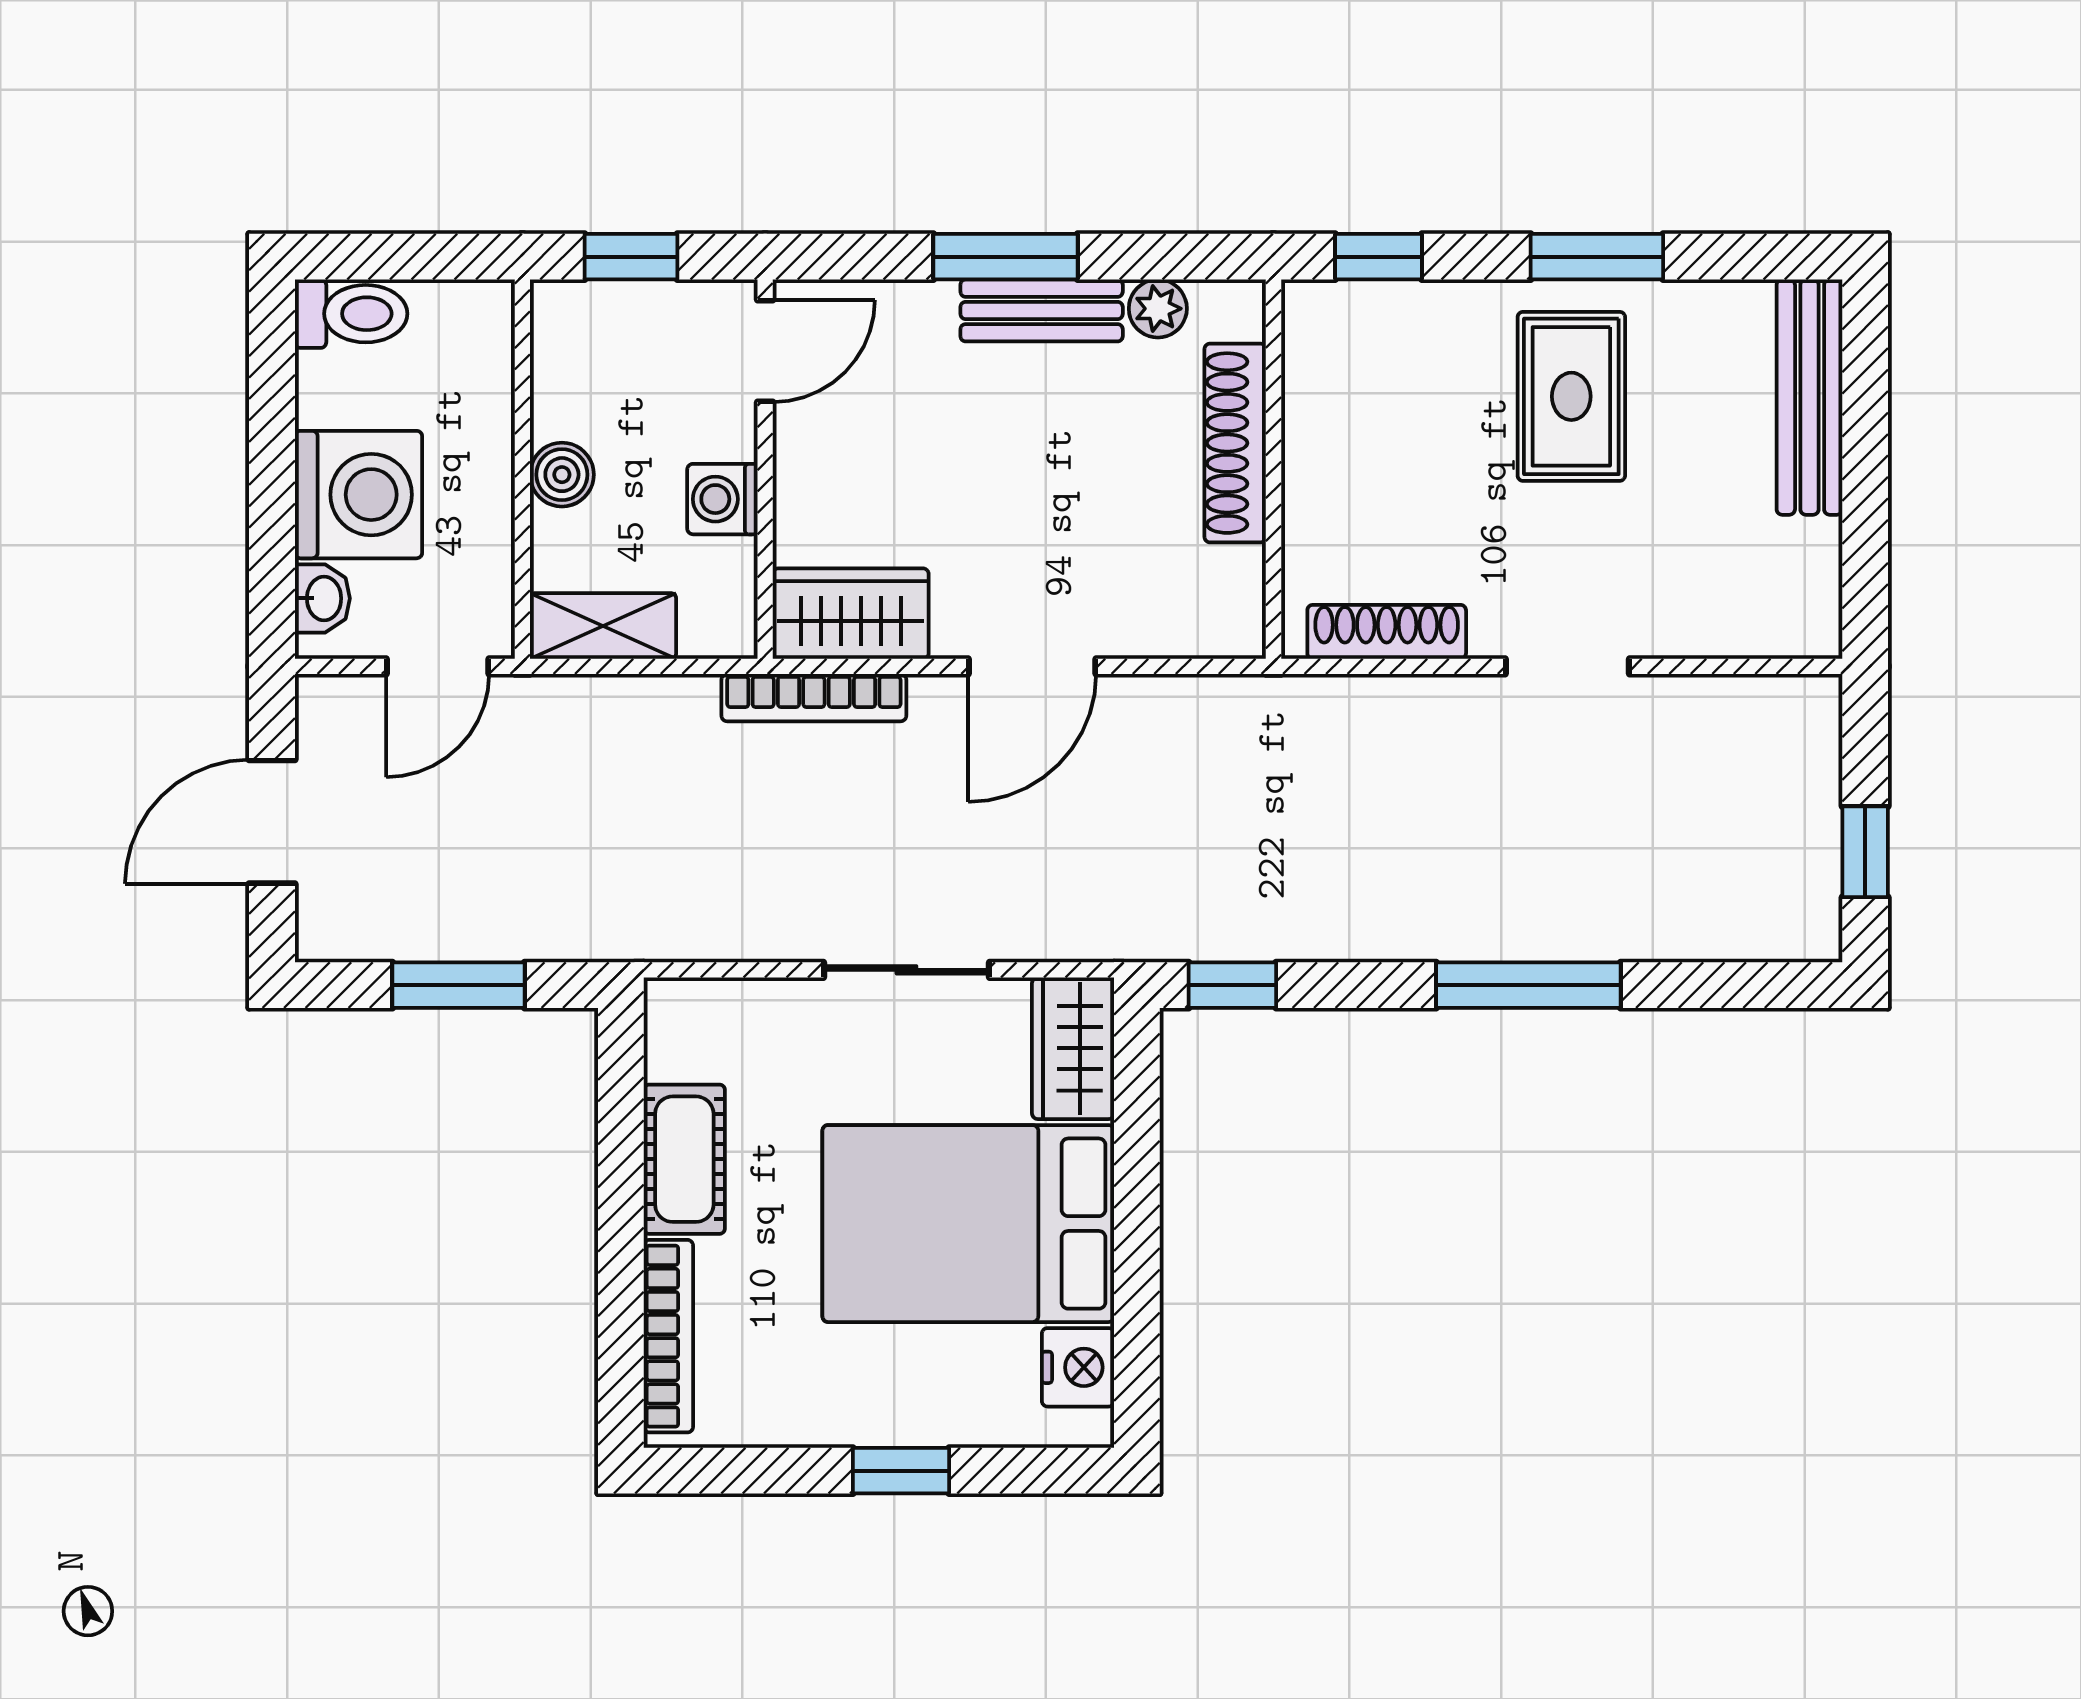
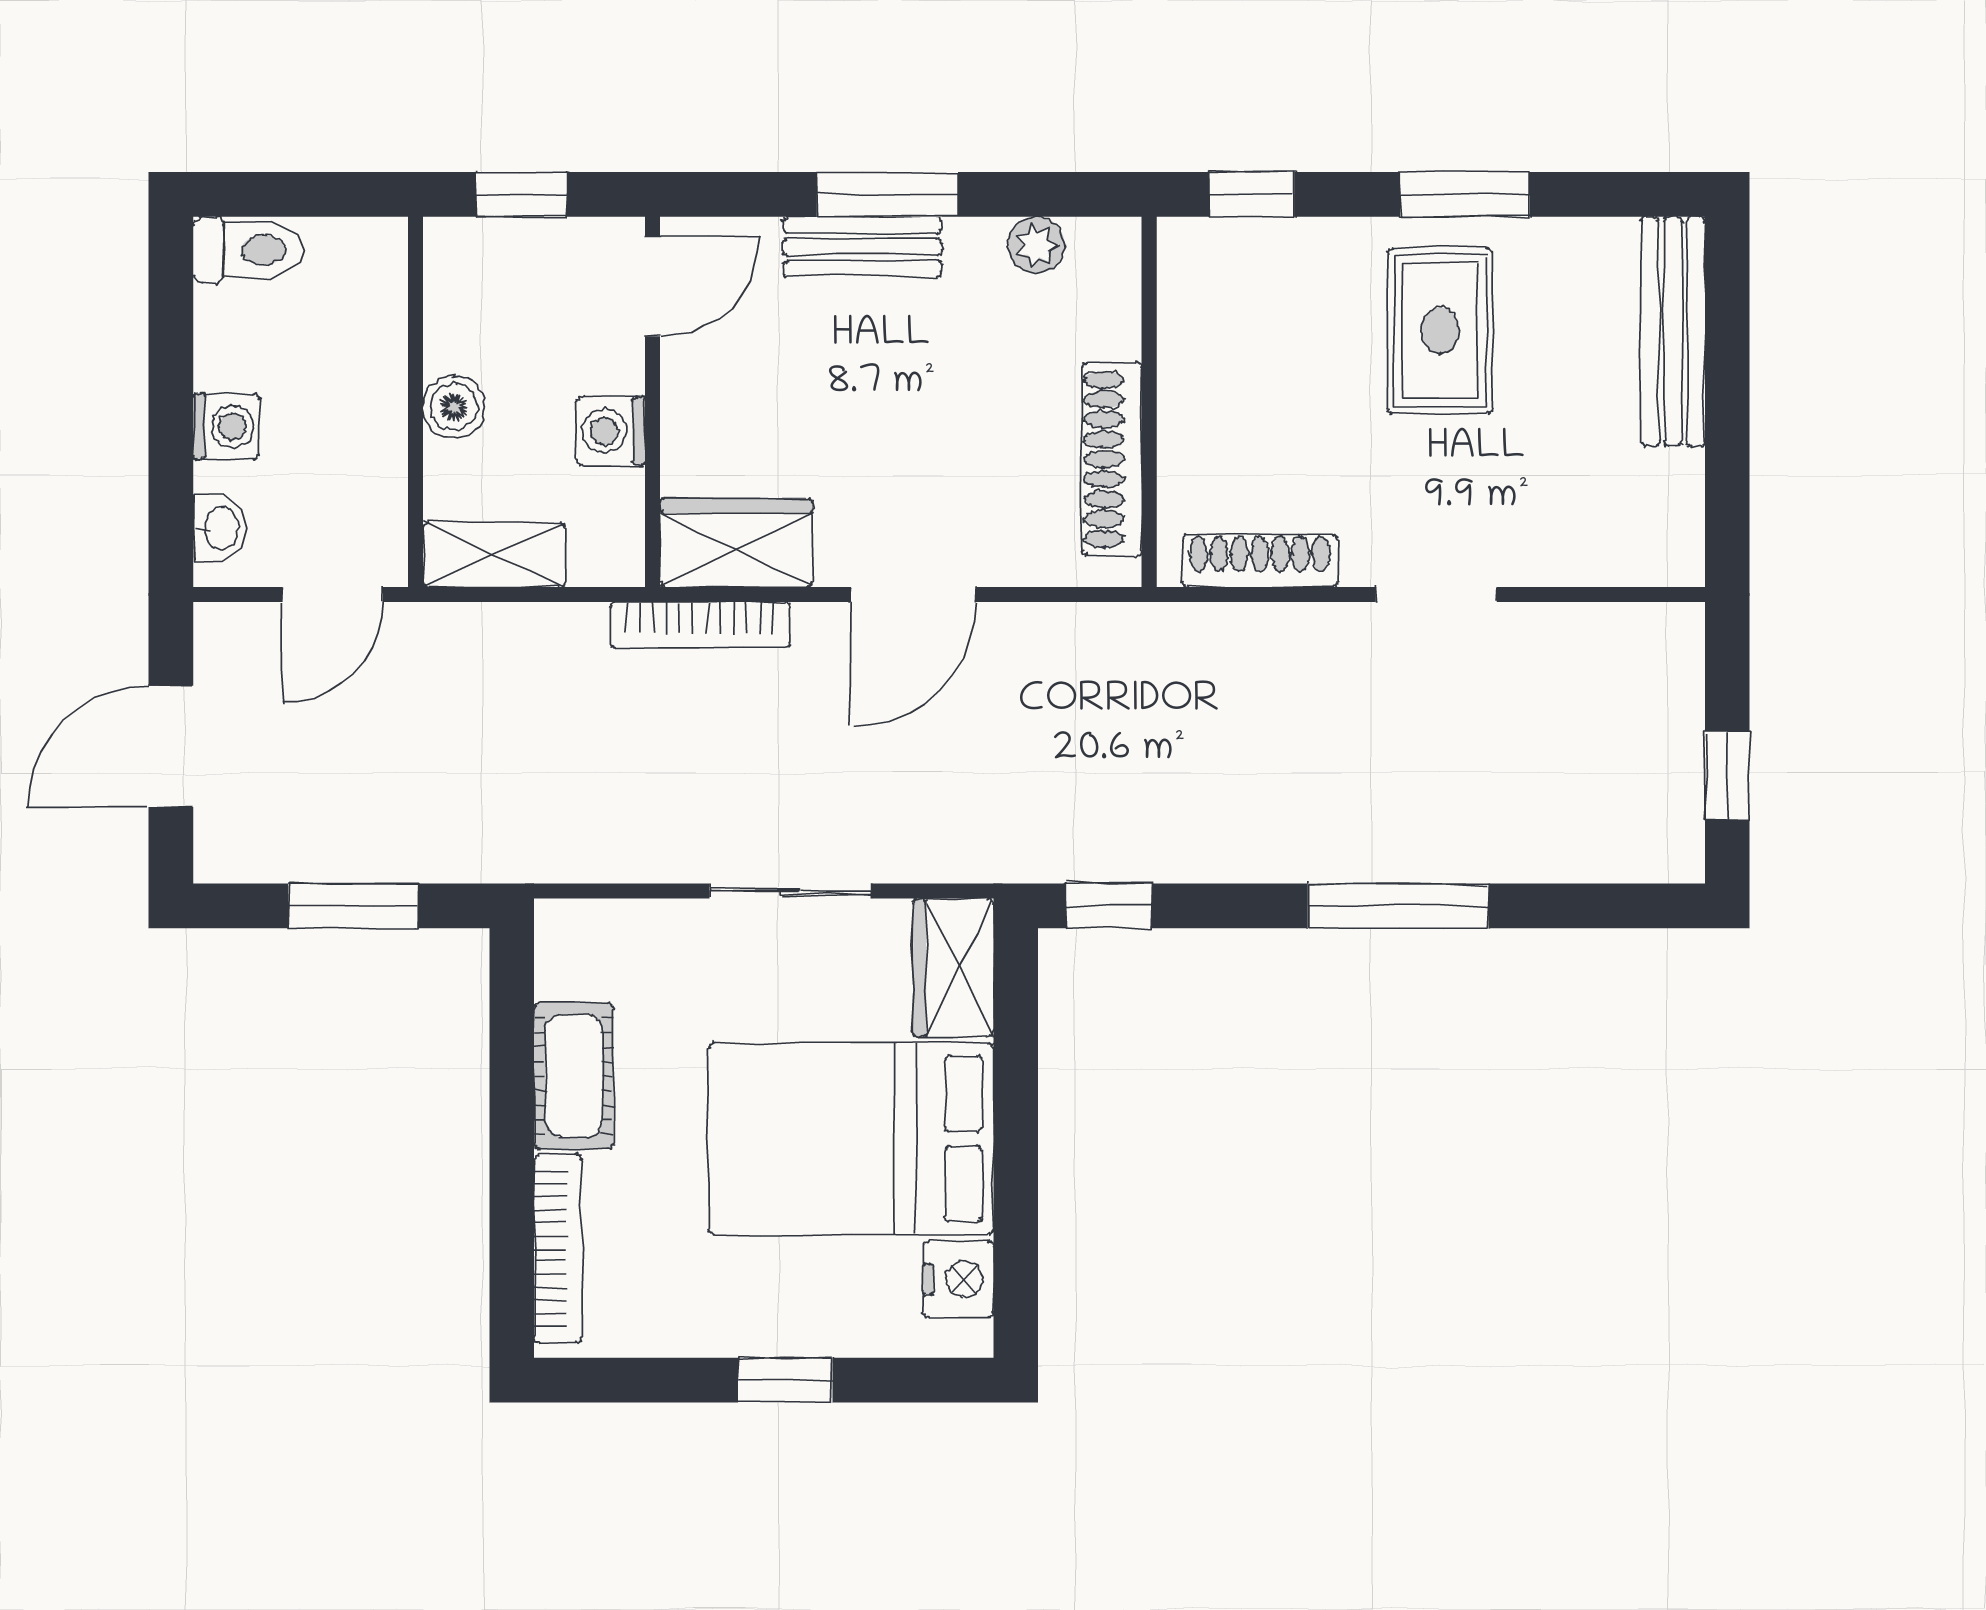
bench: (1042, 310) -> (862, 247), moved
shoe rack: (1235, 443) -> (1112, 459), moved
washing machine: (358, 495) -> (226, 427), width x0.53, depth x0.53

